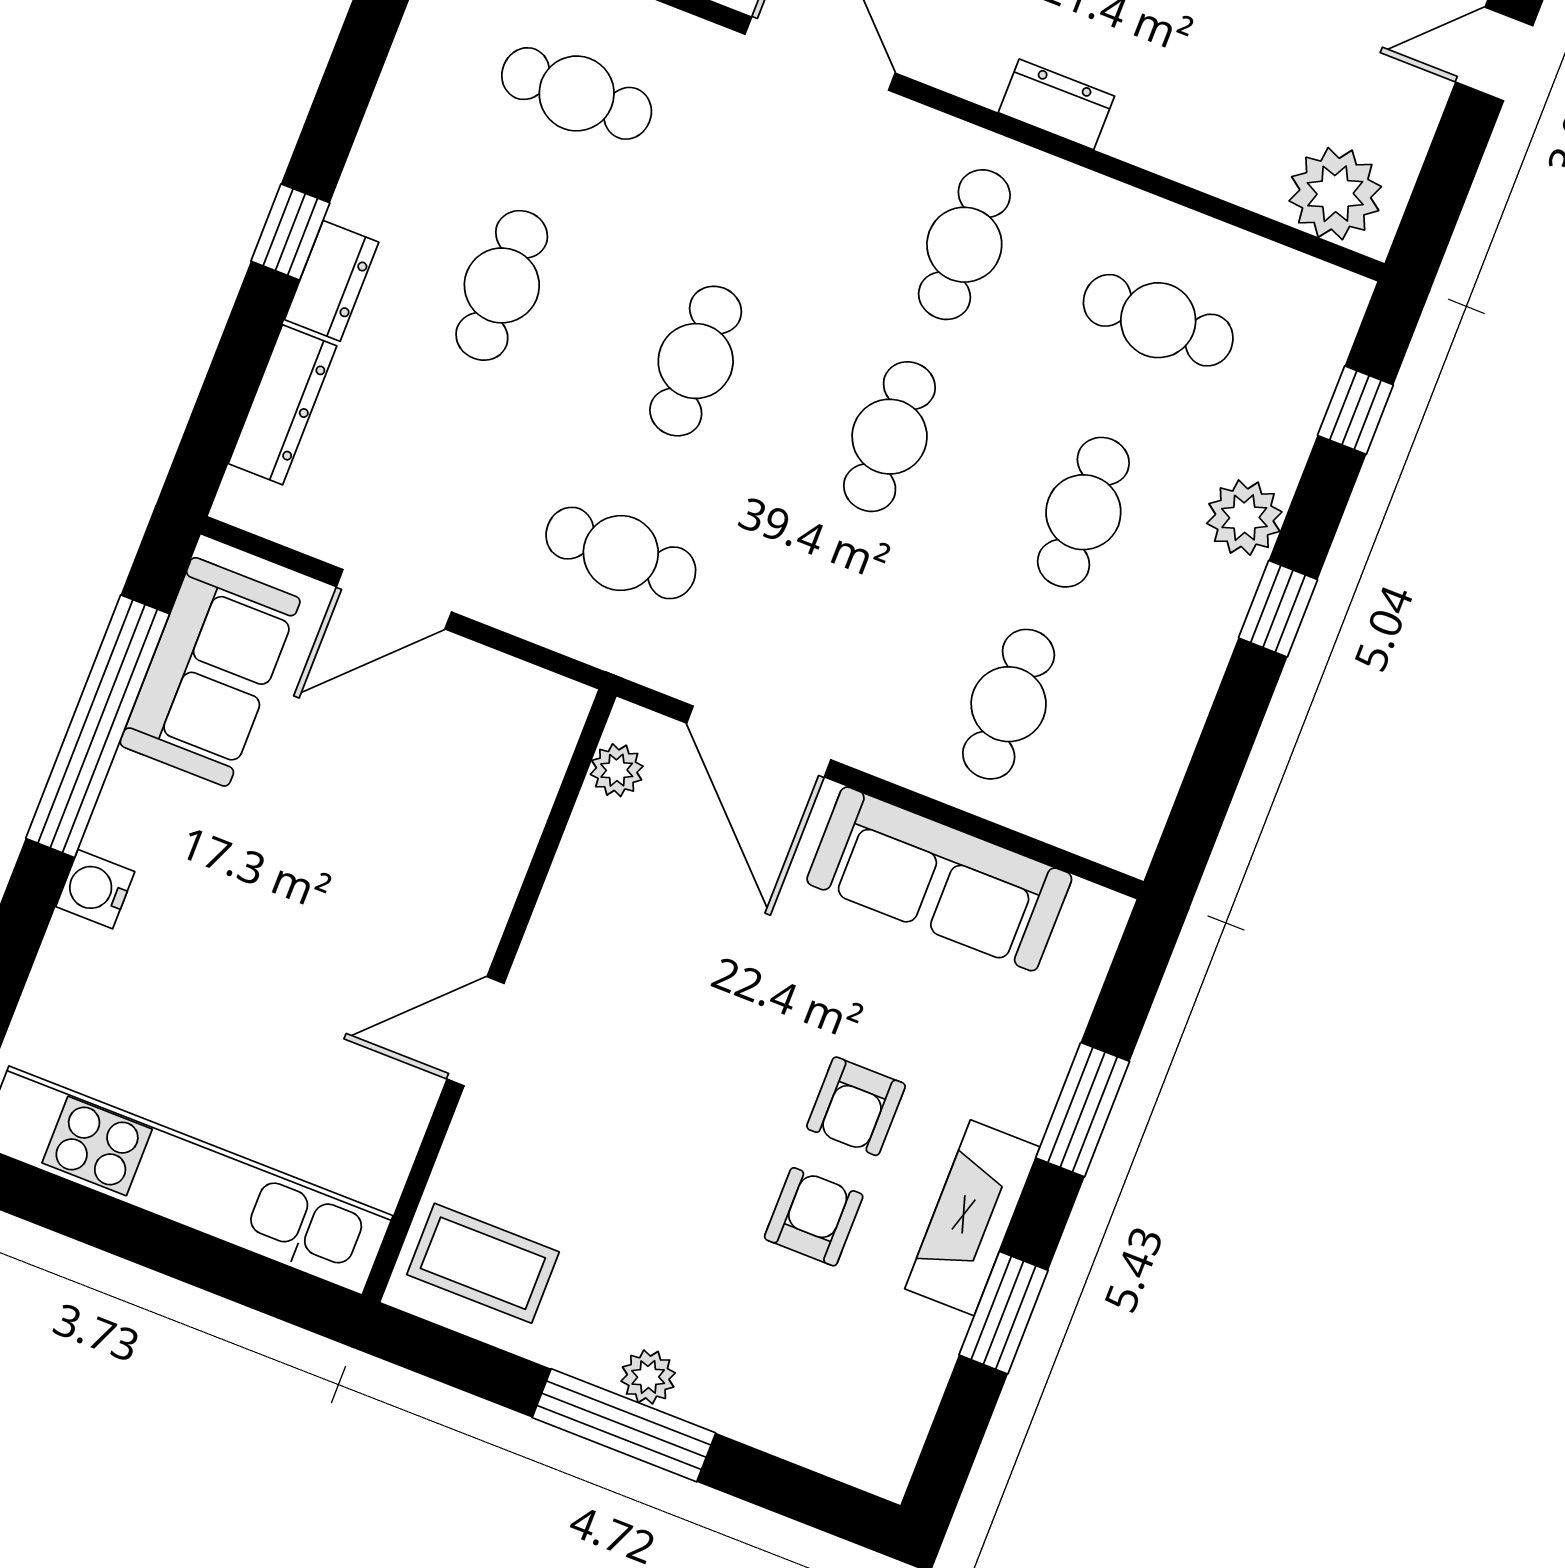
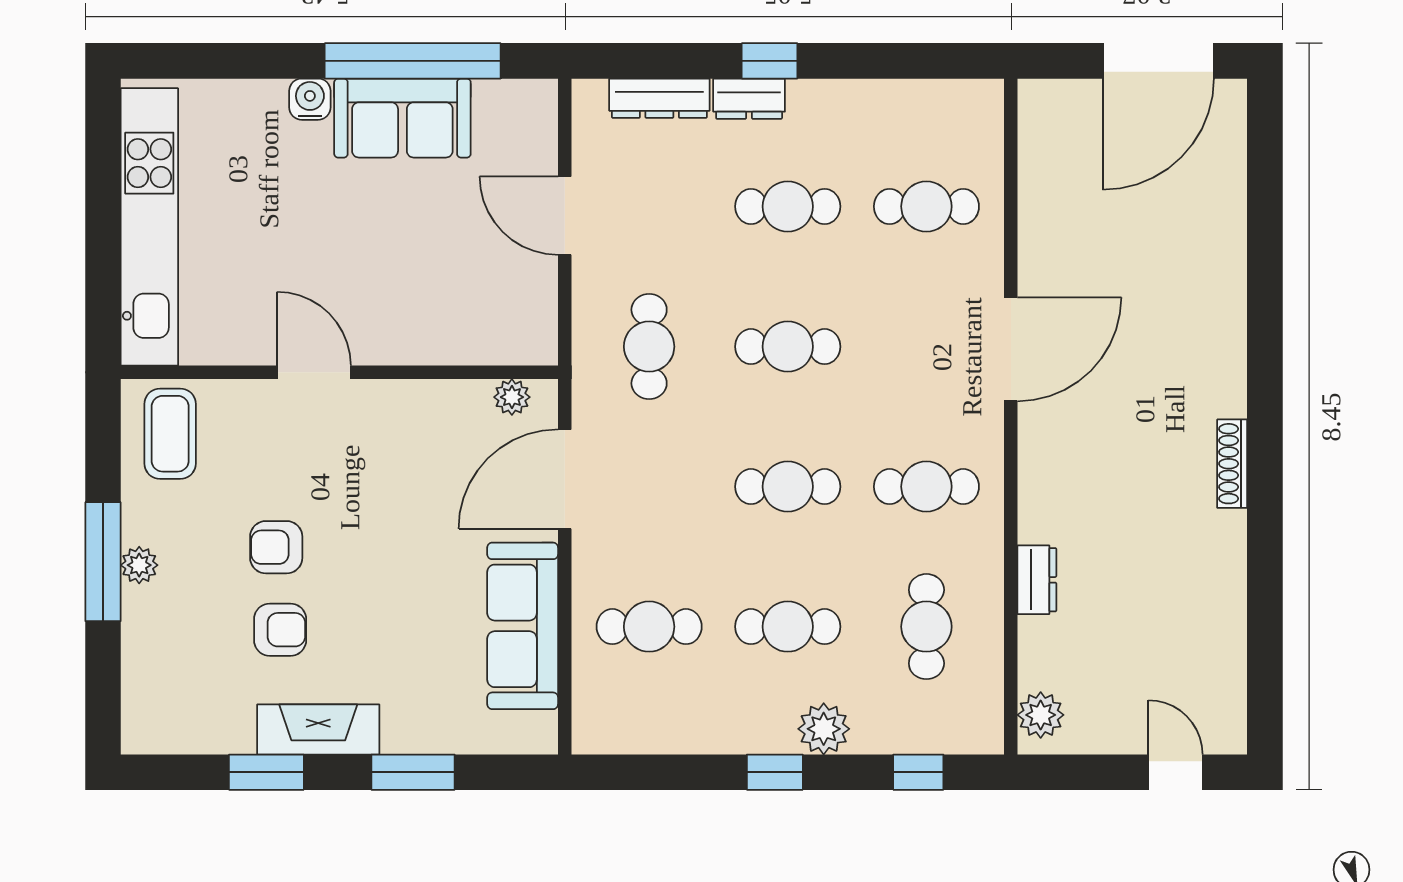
cafe table: (577, 93) -> (926, 206), turned 90
dresser: (1056, 104) -> (1037, 580), moved
plant: (1335, 194) -> (1041, 715), width x0.73, depth x0.73
sofa: (210, 672) -> (402, 118), moved
armchair: (856, 1106) -> (276, 547), moved

